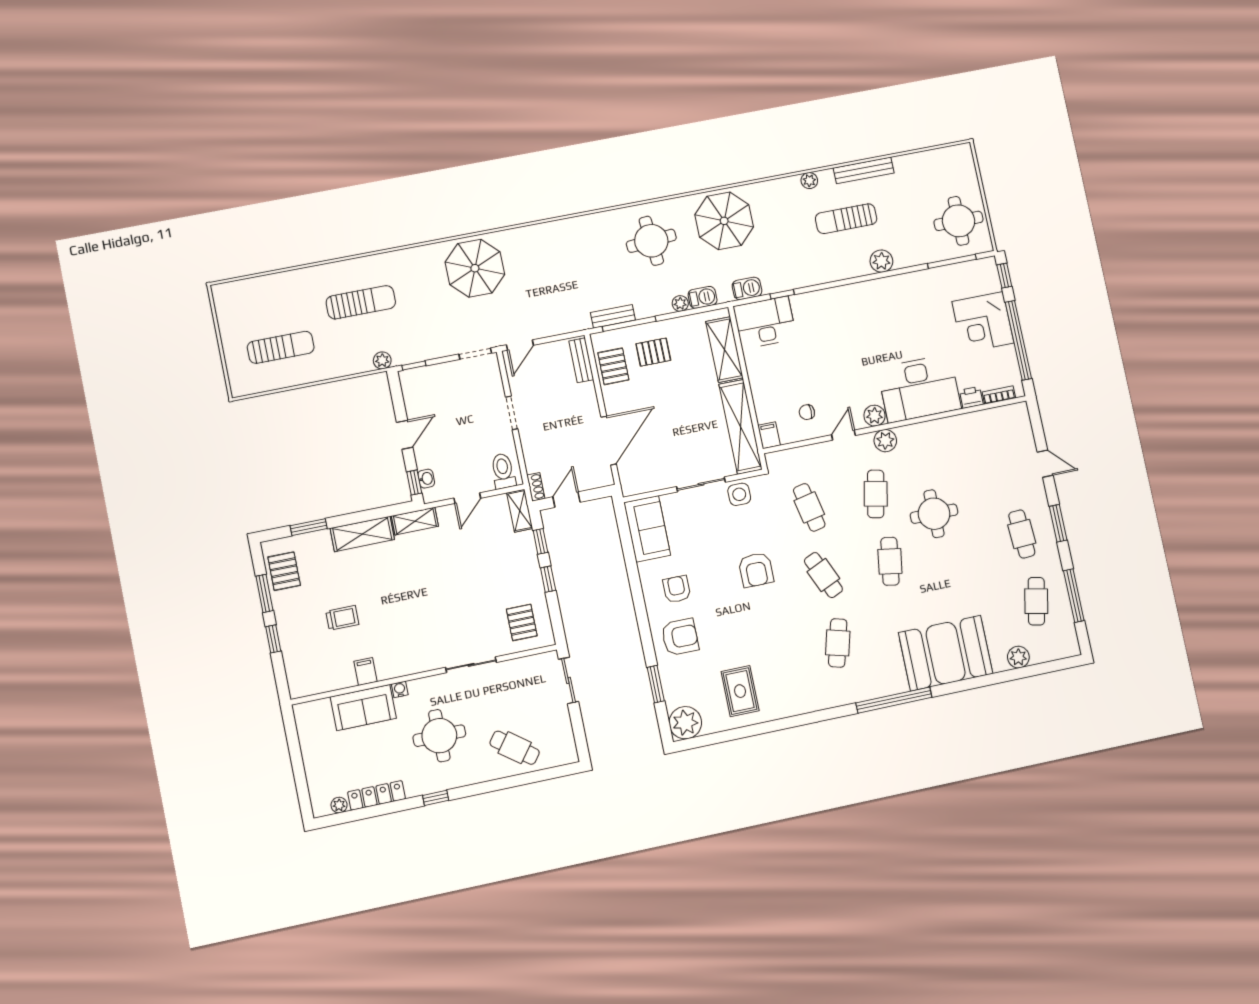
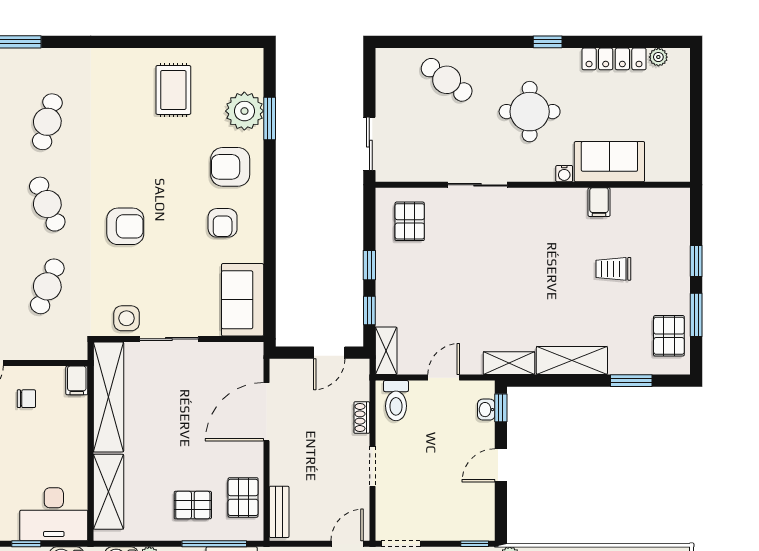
shoe rack: (536, 487) -> (362, 417), moved
cafe table: (809, 507) -> (47, 286), turned 33
armchair: (756, 570) -> (125, 226), turned 90
plant: (685, 723) -> (244, 111), moved

